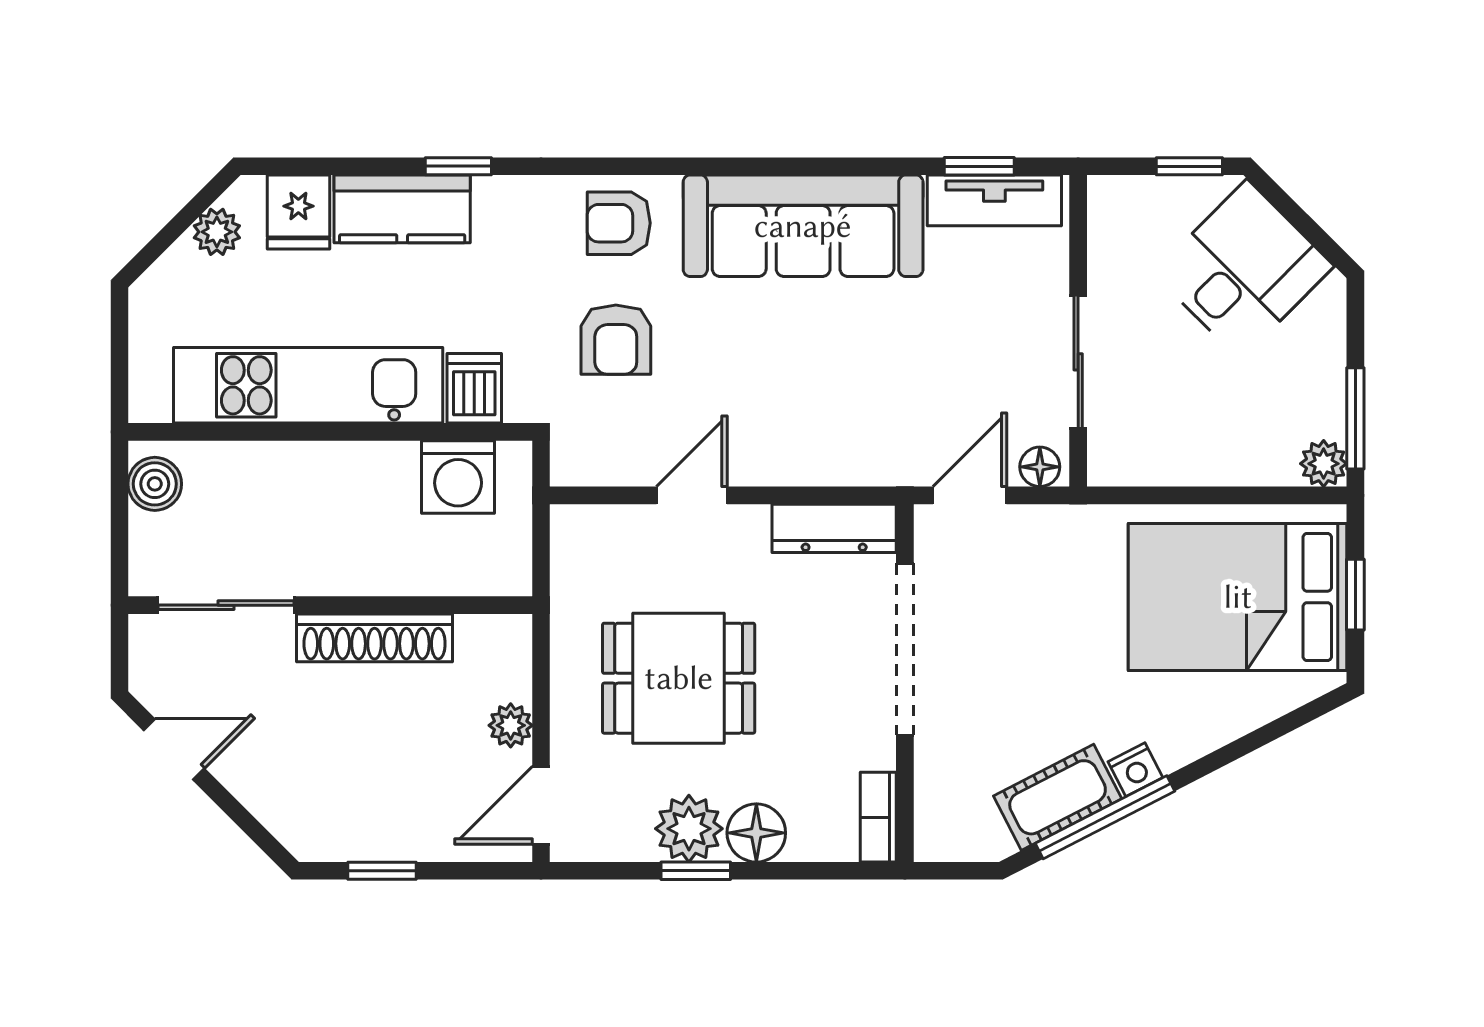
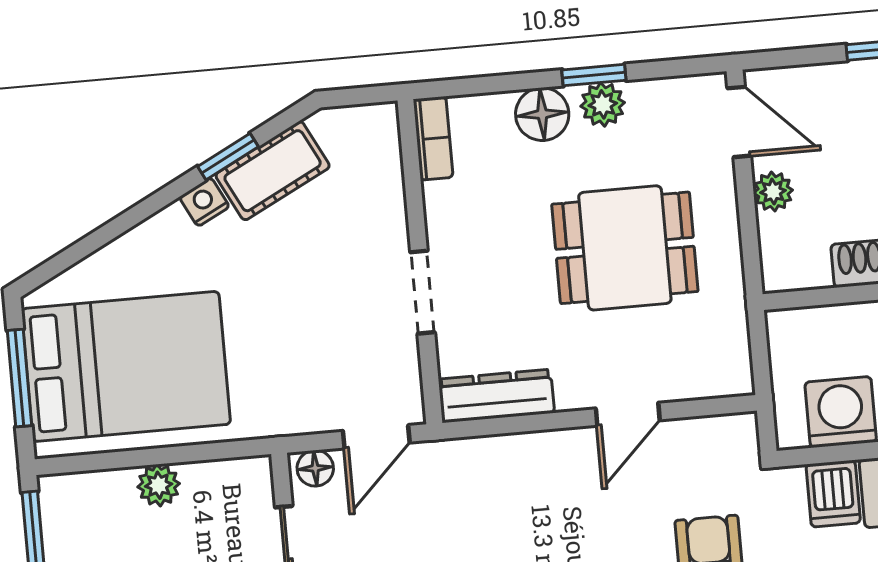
plant: (1324, 464) -> (159, 485), moved
window: (1355, 595) -> (20, 378), width x1.50
doorway: (905, 649) -> (423, 292), width x0.53
door: (541, 805) -> (739, 122), hinge flipped
window: (1105, 817) -> (228, 157), width x0.46
plant: (689, 829) -> (603, 104), width x0.73, depth x0.73

